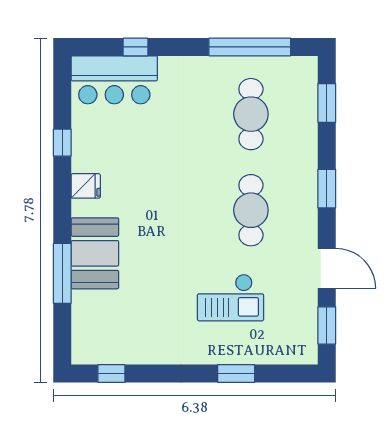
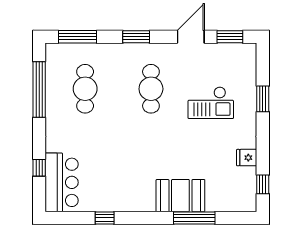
window: (327, 103) -> (77, 37), width x1.44
cafe table: (251, 114) -> (85, 89), turned 90
fridge: (86, 186) -> (247, 158), moved, turned -90
cafe table: (251, 210) -> (151, 89), turned 90
checkout: (231, 298) -> (211, 103), turned 90

